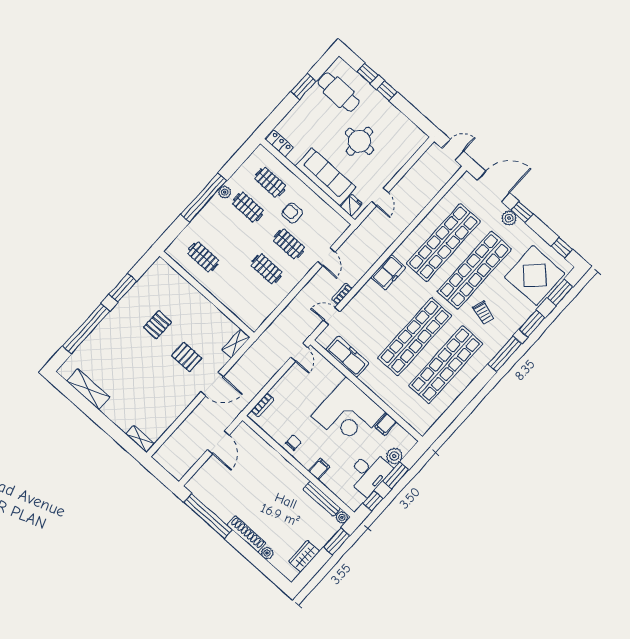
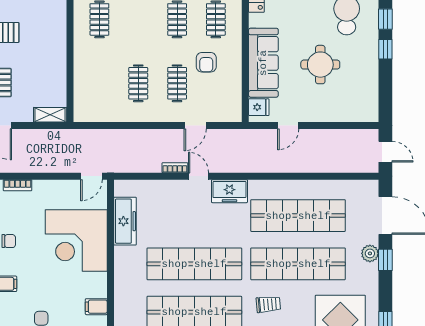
armchair: (292, 213) -> (206, 62), turned 180
trolley: (483, 313) -> (268, 304), turned -113
door: (332, 316) -> (199, 176), moved
corner desk: (348, 414) -> (76, 240), moved

